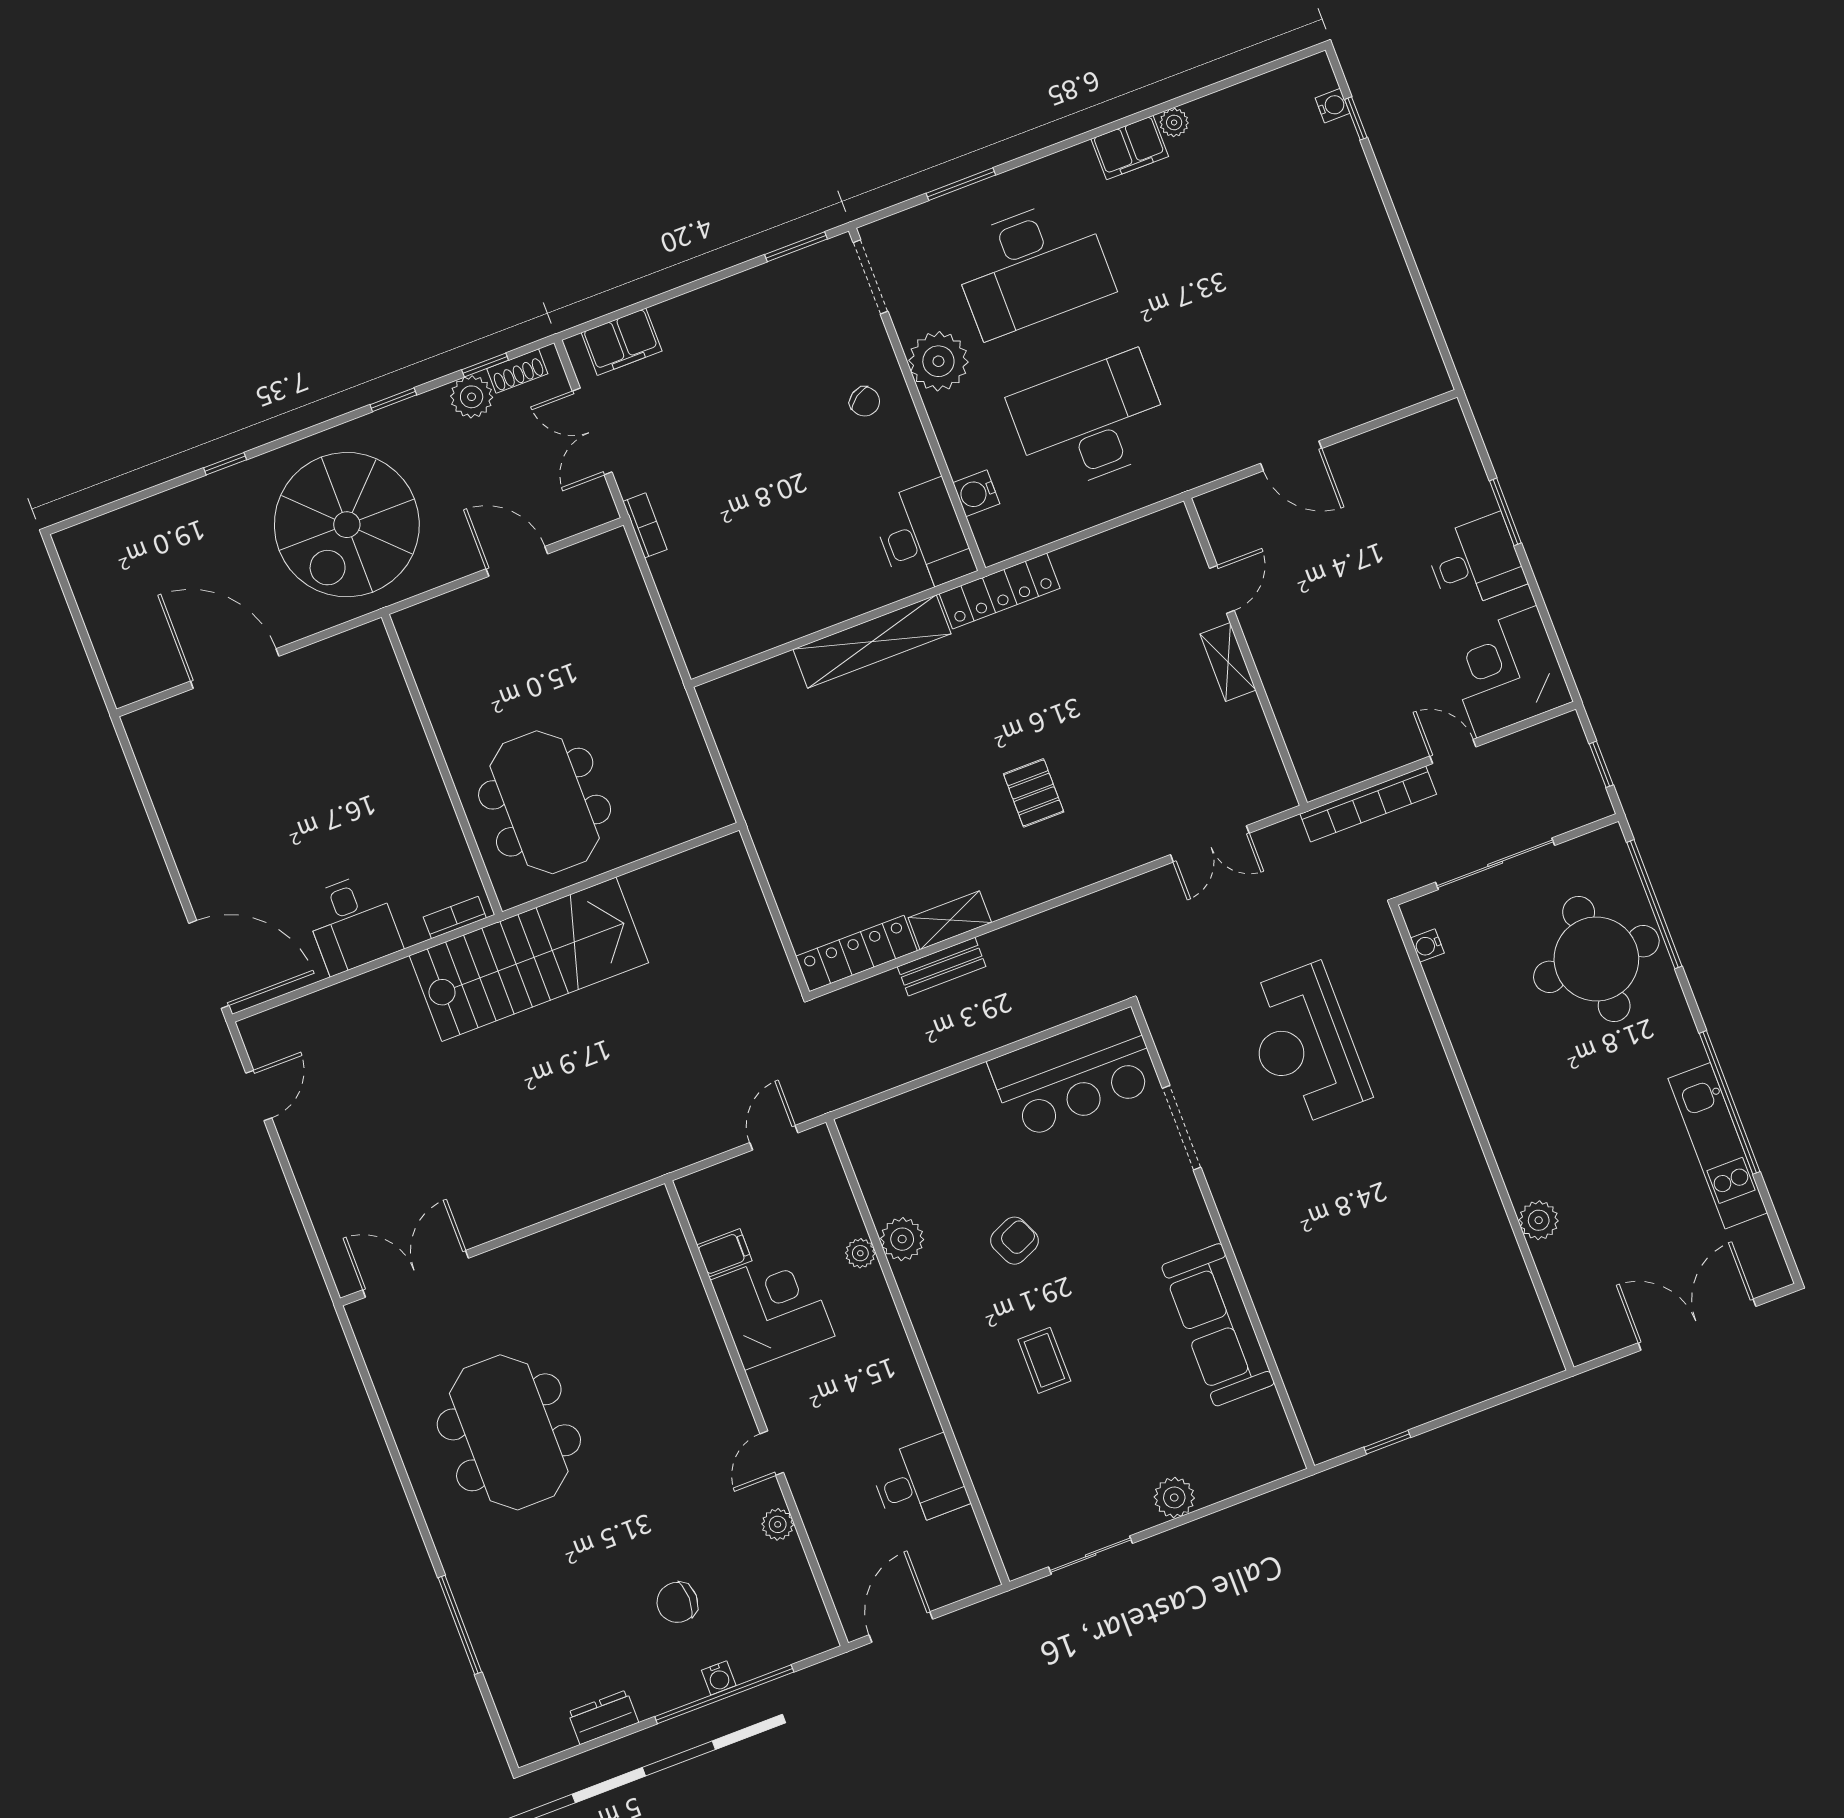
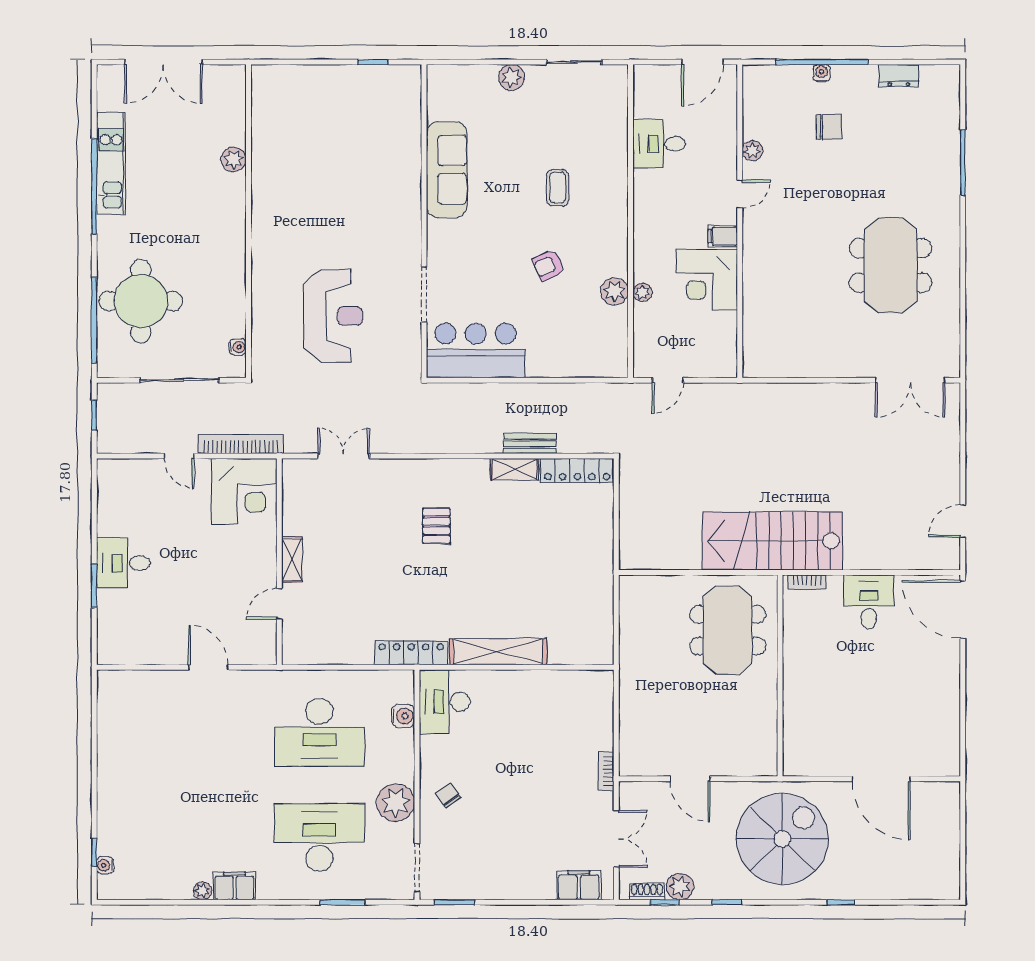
corner desk: (1507, 672) -> (244, 491), moved
filing cabinet: (724, 1253) -> (723, 236), moved

